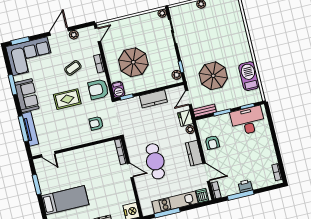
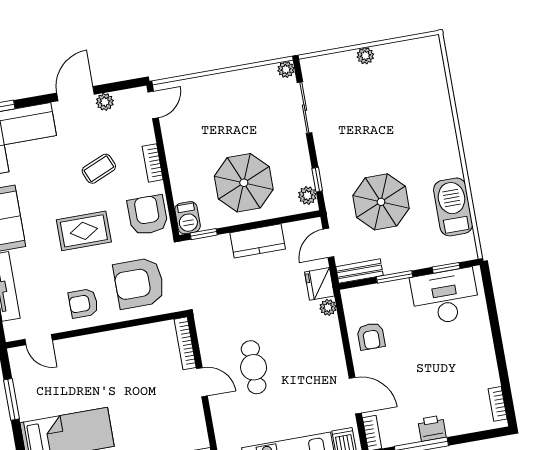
parasol: (133, 62) -> (244, 183), moved
armchair: (98, 89) -> (148, 215), turned 90
armchair: (96, 123) -> (139, 283), width x1.88, depth x1.88
armchair: (69, 135) -> (83, 303), added
kitchen counter: (194, 153) -> (333, 356), removed
cafe table: (155, 161) -> (254, 367), width x0.73, depth x0.74

